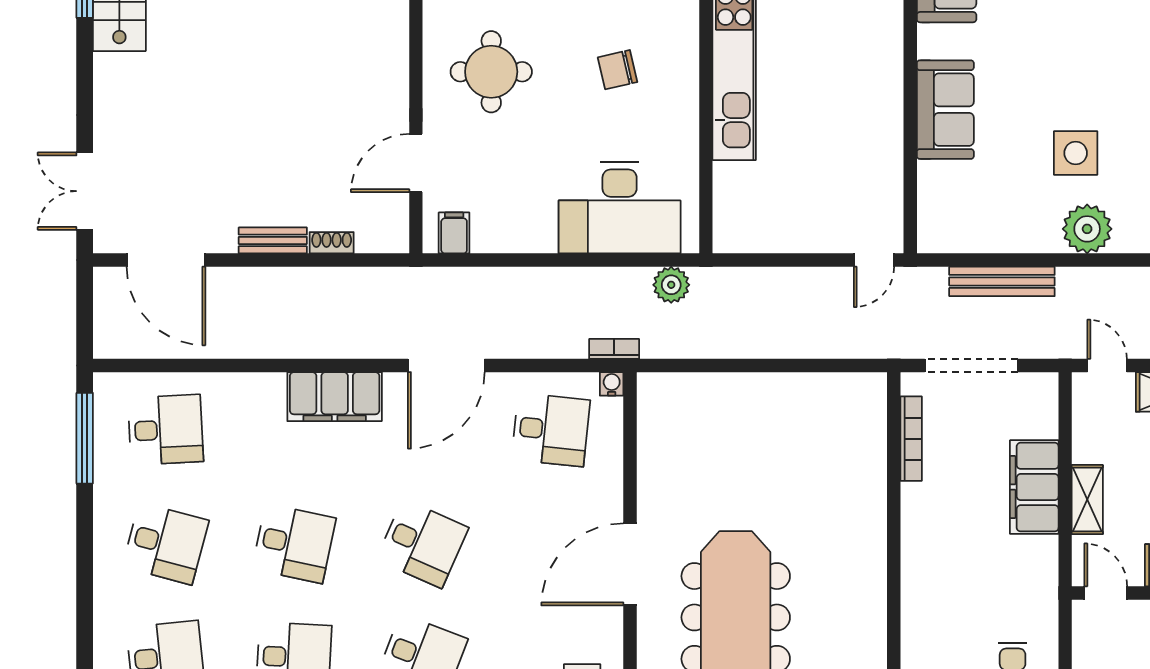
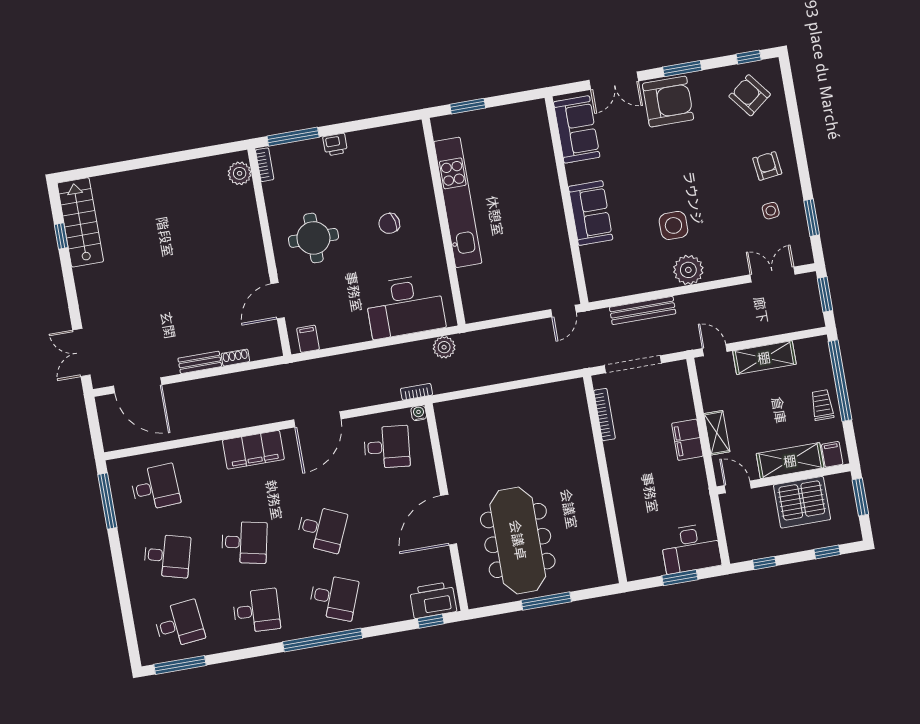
filing cabinet: (1034, 487) -> (687, 440), width x0.67, depth x0.86

